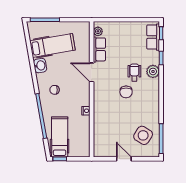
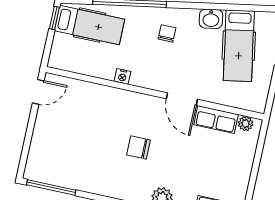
door: (92, 72) -> (182, 99), swing flipped
wheelchair: (134, 73) -> (167, 168), removed
side table: (143, 135) -> (63, 160), removed
door: (124, 159) -> (38, 92), moved

